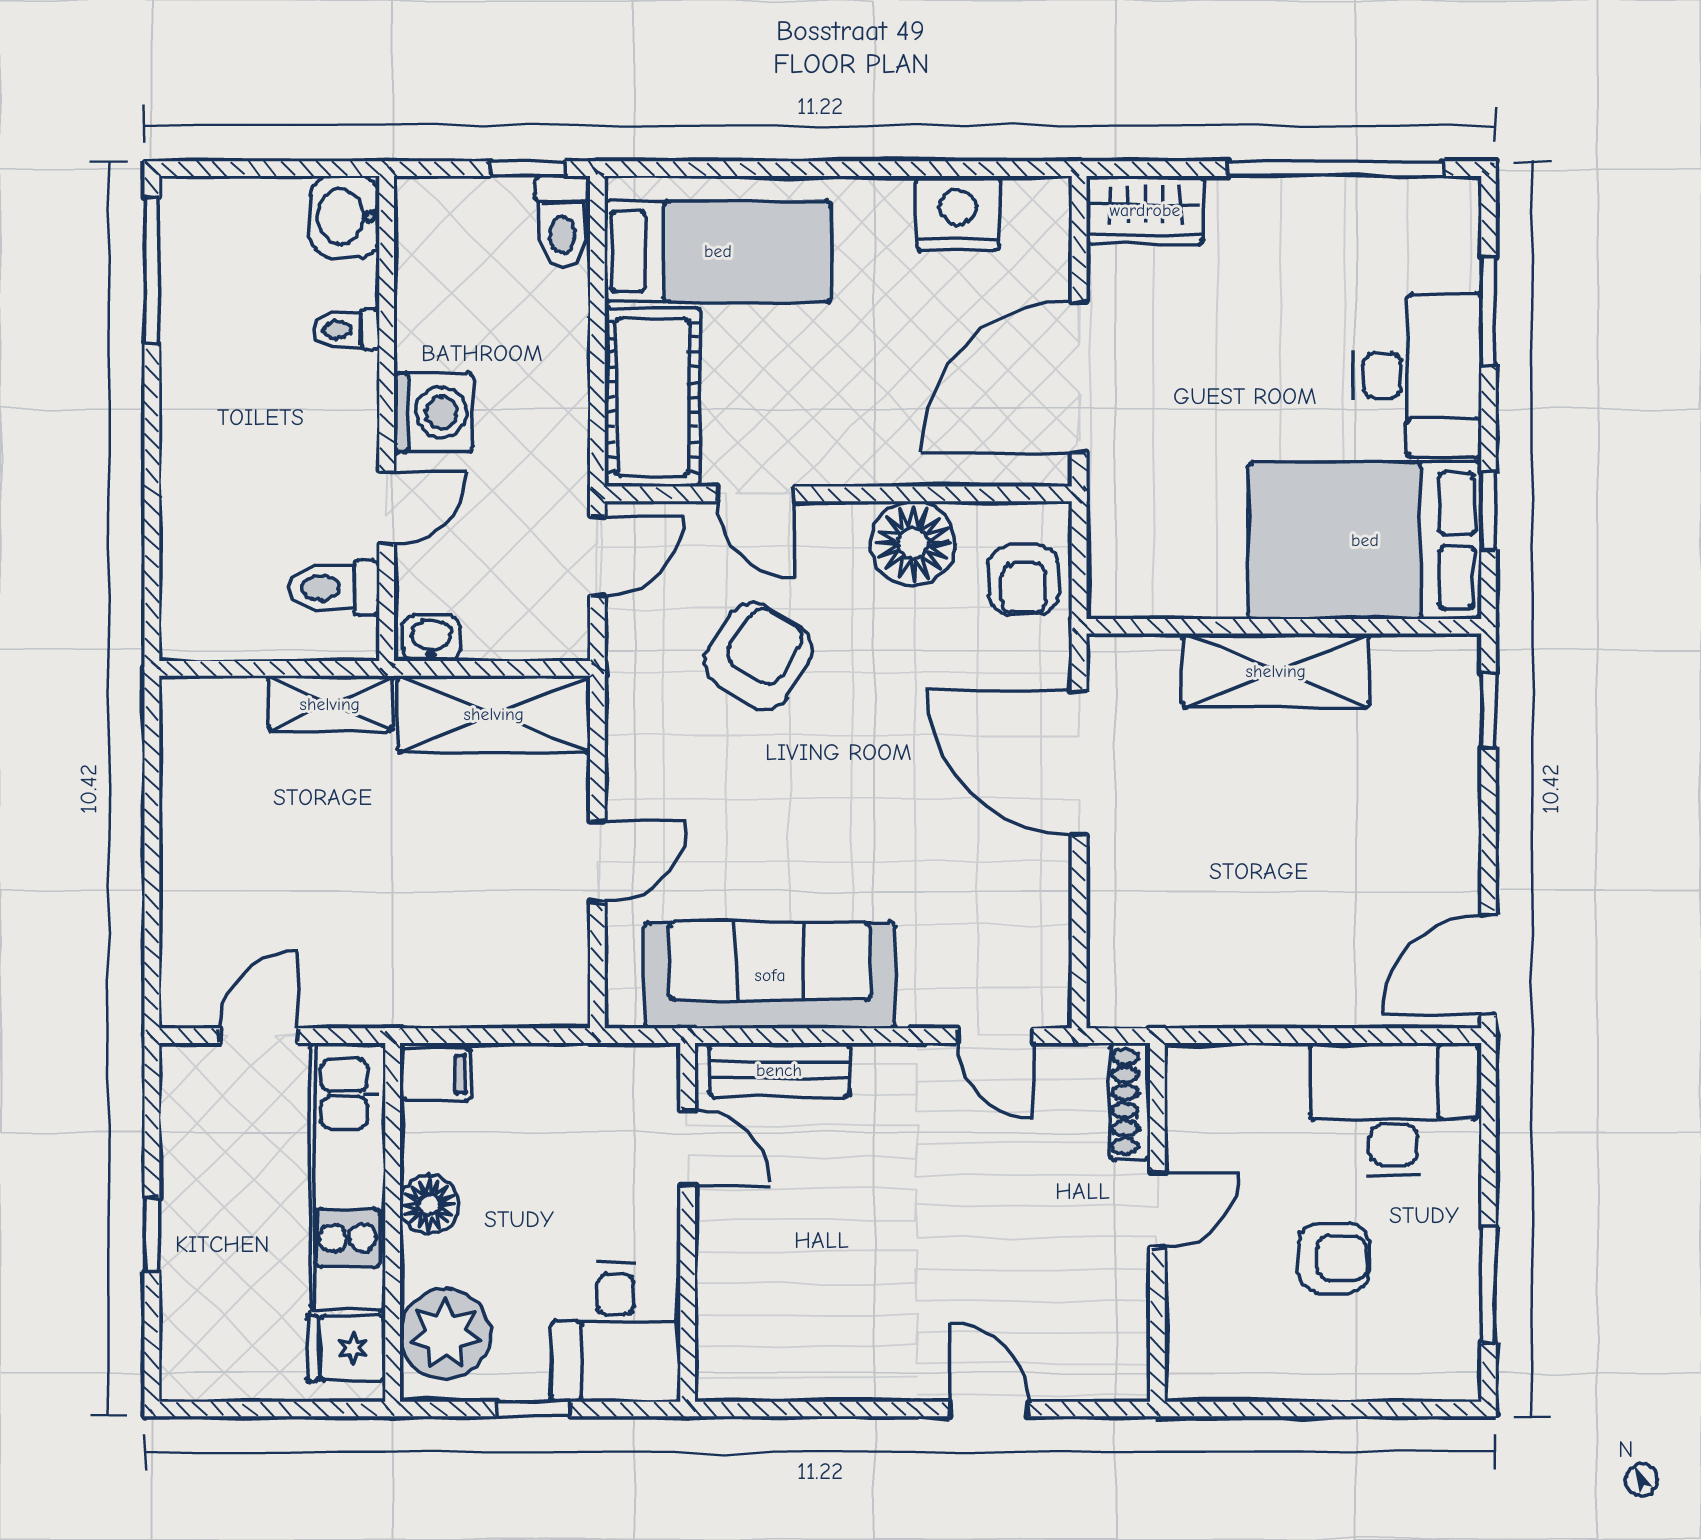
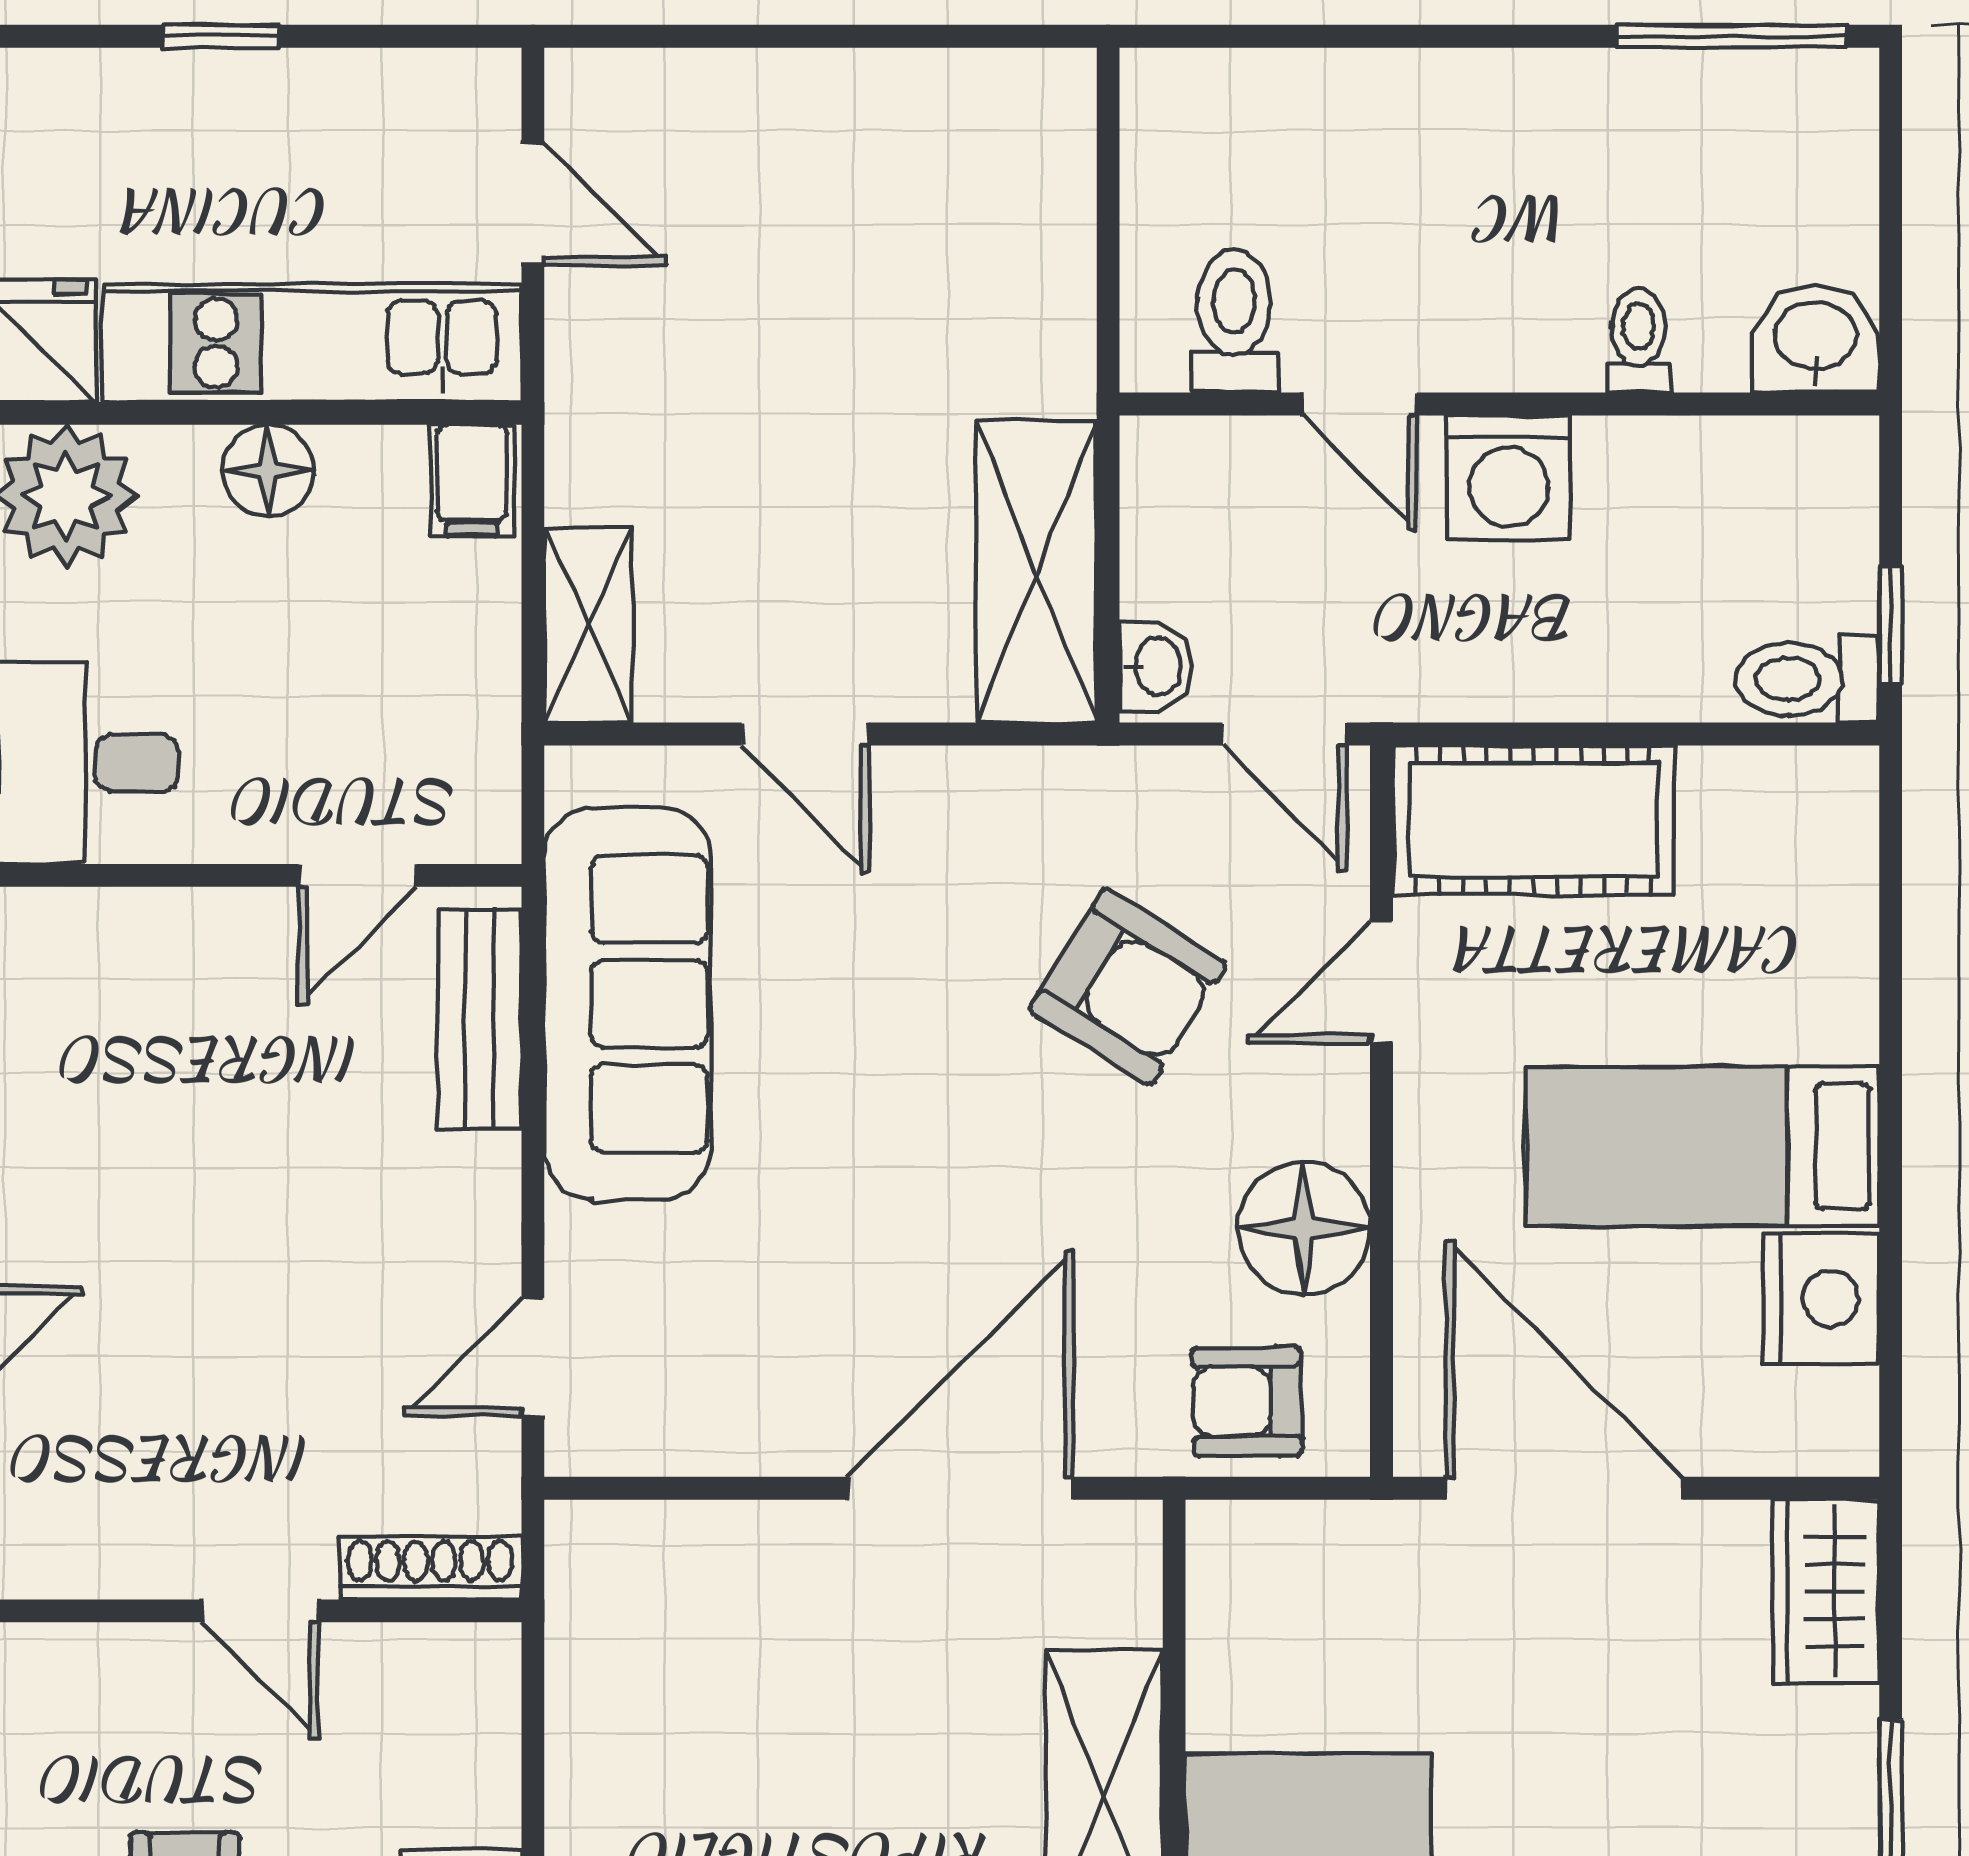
bed: (718, 251) -> (1703, 1146), moved, turned 90
washbasin: (431, 638) -> (1156, 667), moved
shelving: (330, 704) -> (588, 625), moved

